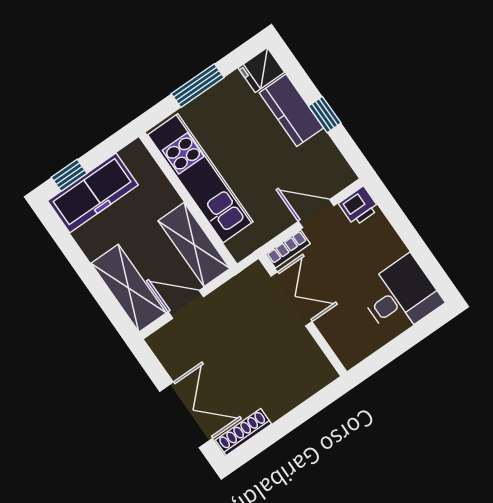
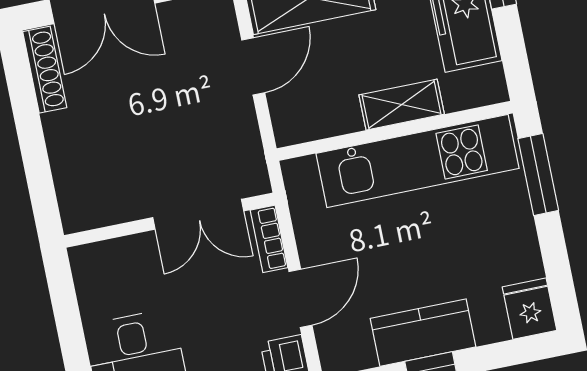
window: (198, 86) -> (538, 175), moved
kitchen counter: (291, 110) -> (423, 333), moved
shelving: (194, 245) -> (402, 105), moved, width x0.67, depth x0.75

